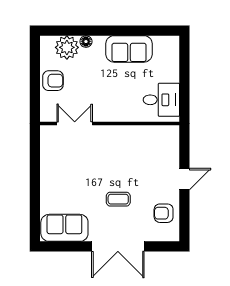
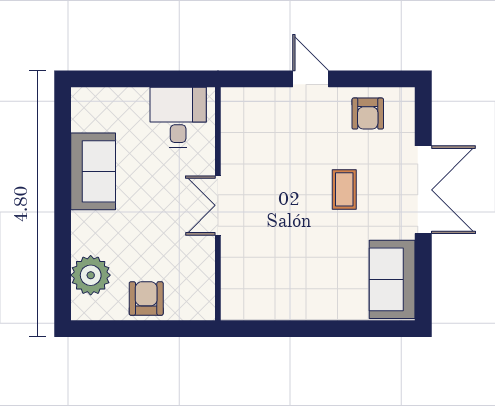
floor lamp: (86, 42) -> (81, 243), removed
double door: (75, 124) -> (218, 205), moved

